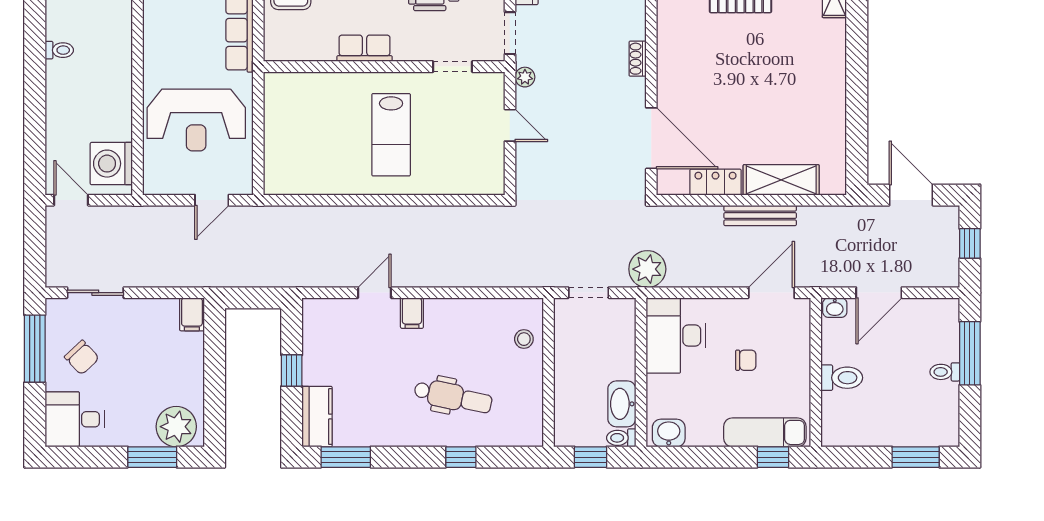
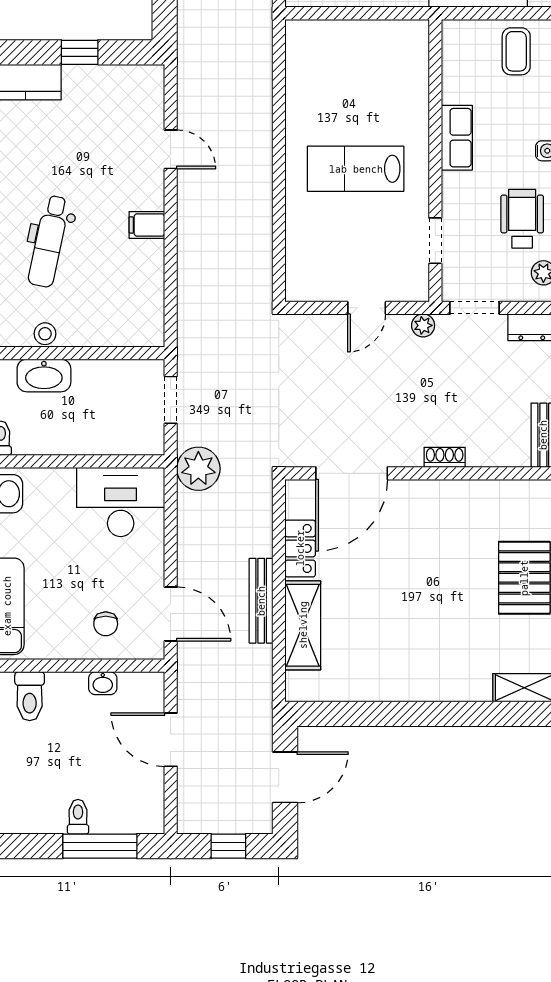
washbasin: (835, 308) -> (103, 683), moved, turned -90
filing cabinet: (412, 313) -> (147, 225), moved
stool: (524, 339) -> (45, 334), moved
chair: (746, 360) -> (106, 624), moved
toilet: (842, 378) -> (30, 696), moved
washbasin: (622, 404) -> (44, 375), moved, turned 180

